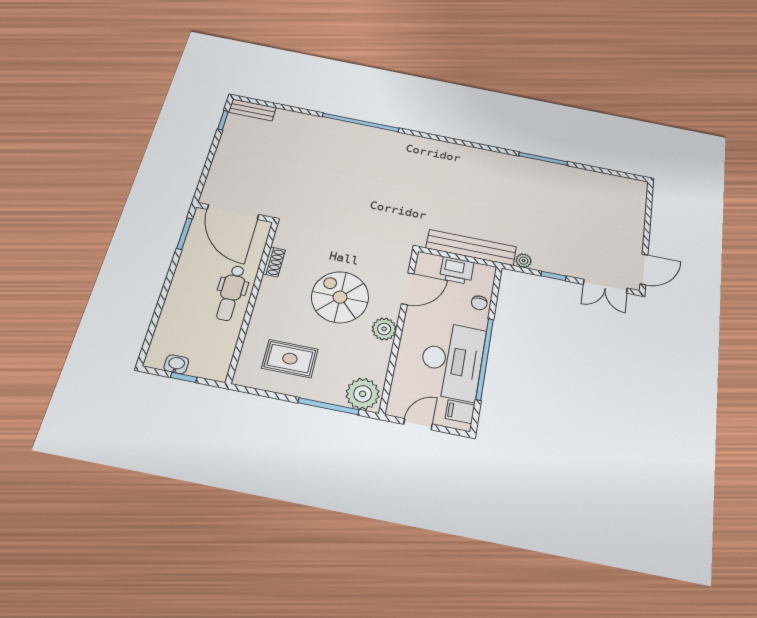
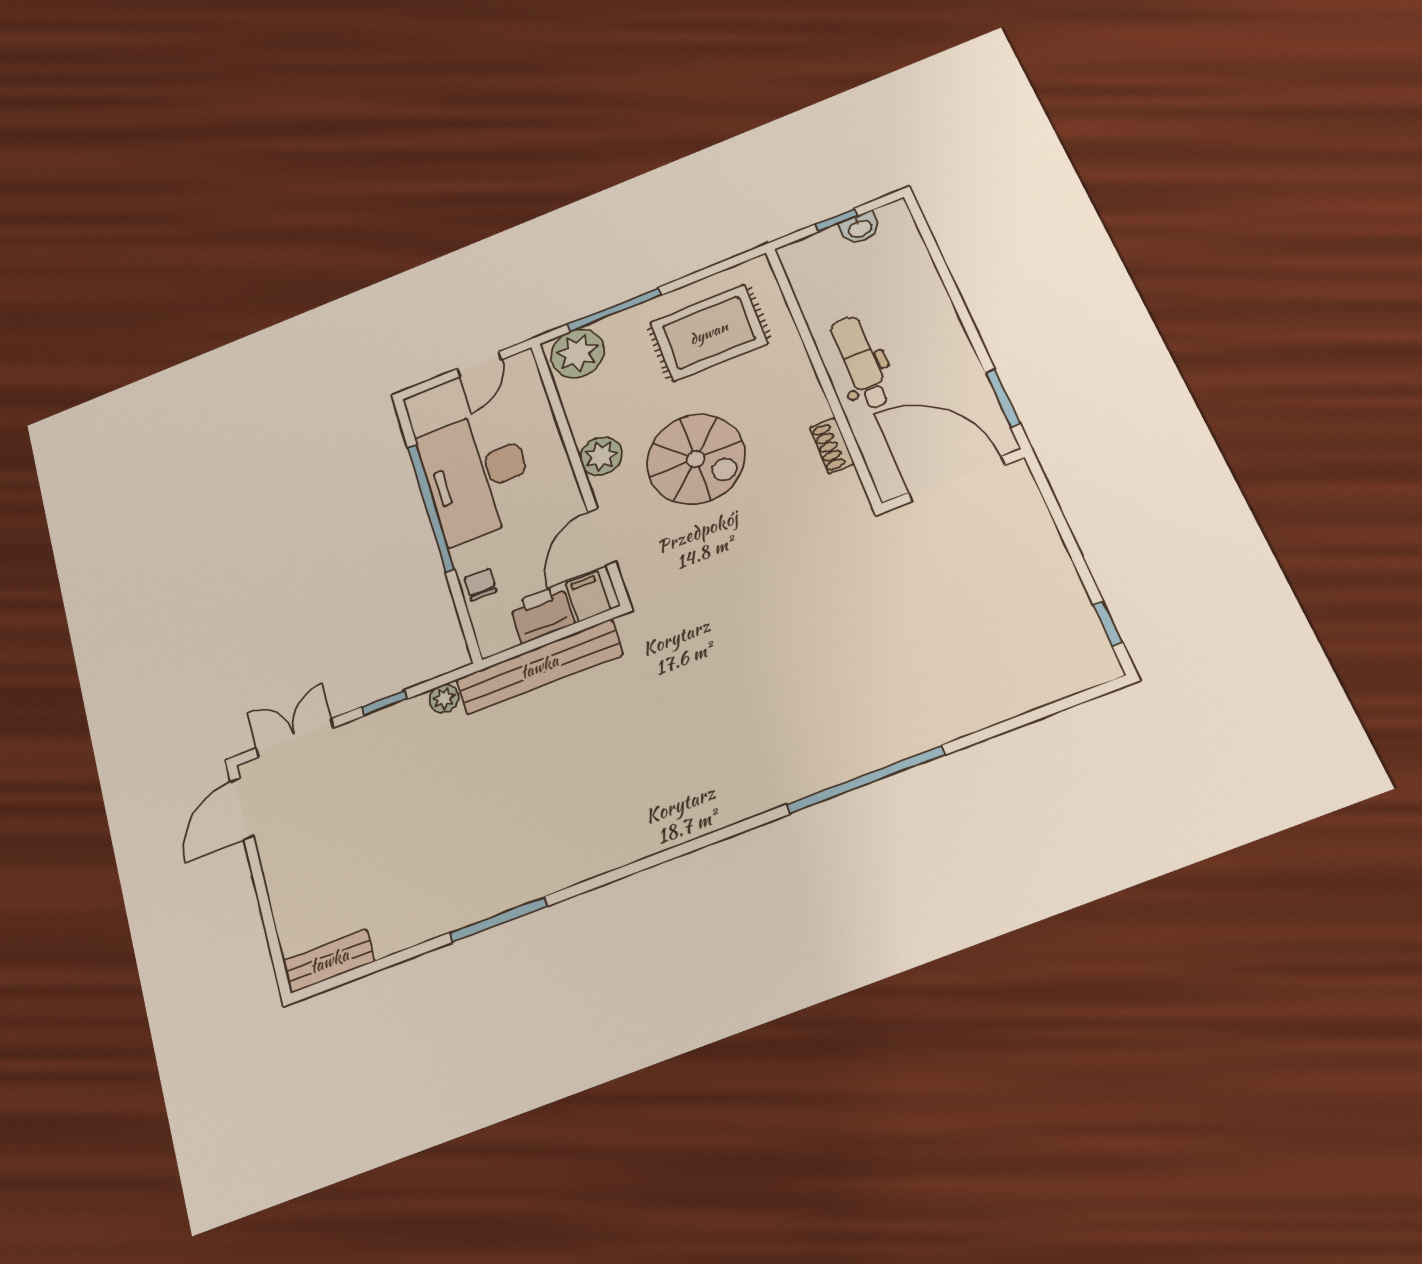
bench: (252, 110) -> (329, 961), moved
rug: (290, 359) -> (709, 333), width x1.36, depth x1.43
filing cabinet: (460, 412) -> (588, 596), moved, turned -90

